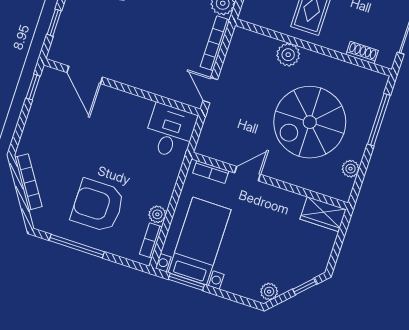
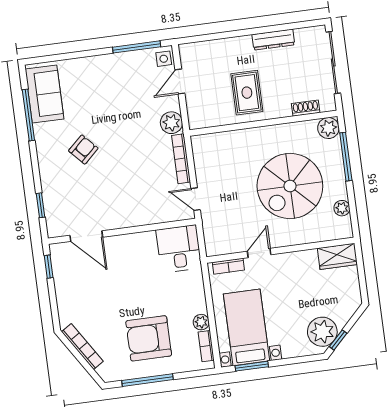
plant: (288, 55) -> (328, 128), moved
window: (305, 287) -> (338, 340), moved
plant: (269, 292) -> (322, 332), width x1.88, depth x1.88

